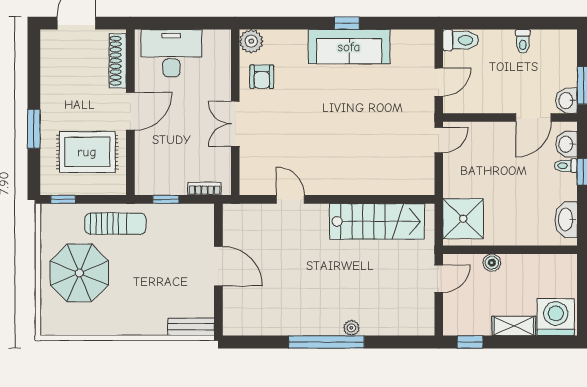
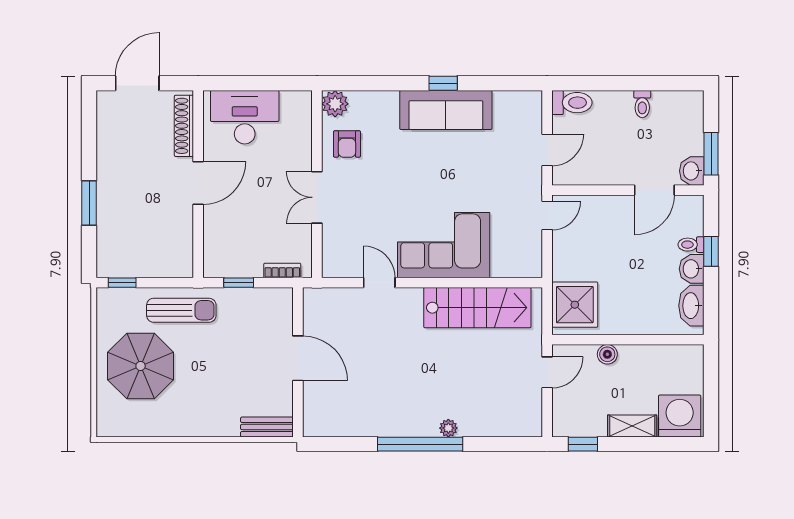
washbasin: (566, 144) -> (692, 269), moved
rug: (87, 152) -> (149, 229), removed
corner sofa: (347, 166) -> (444, 245), added

